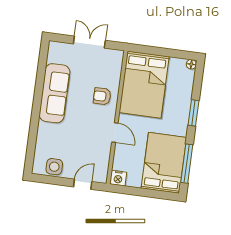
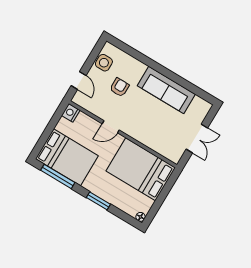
armchair: (102, 96) -> (120, 87), moved

